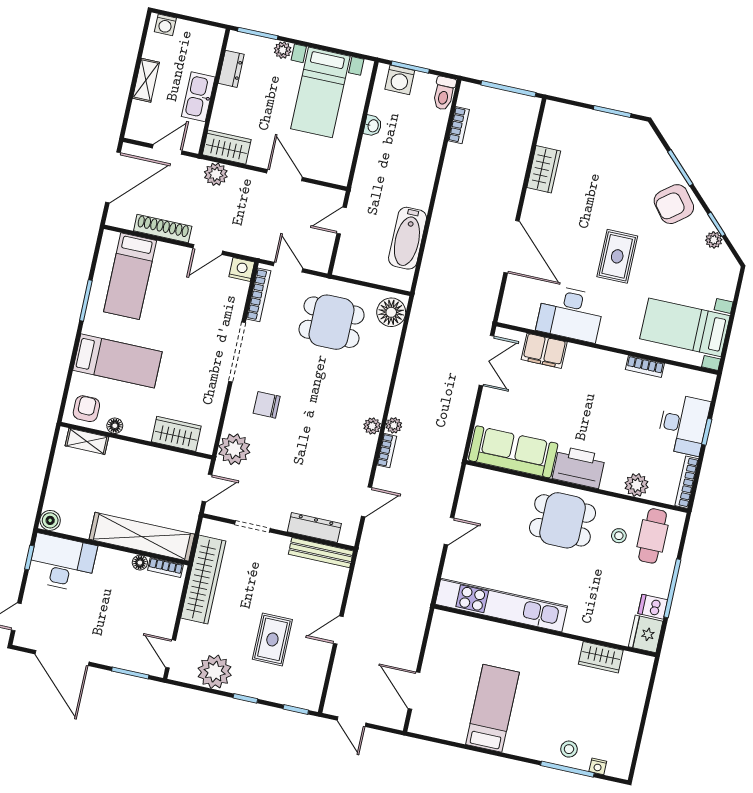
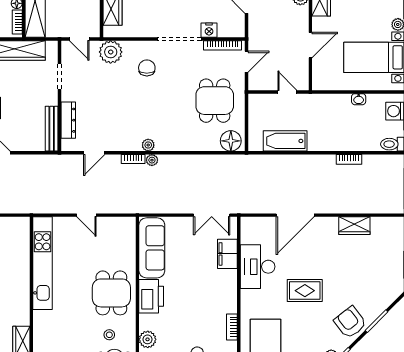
bookcase: (459, 125) -> (349, 159), moved
nightstand: (242, 269) -> (209, 30), moved, turned 90
door: (366, 502) -> (94, 153), hinge flipped

